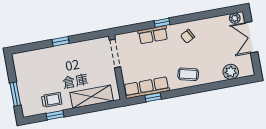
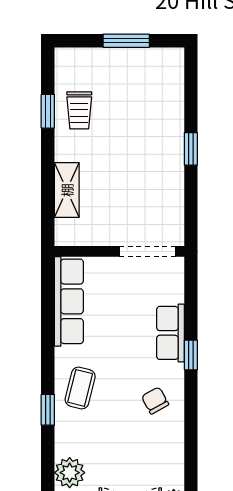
window: (15, 94) -> (126, 41), moved
shelving: (92, 97) -> (67, 190), width x0.67, depth x0.75
window: (153, 97) -> (48, 410), moved

